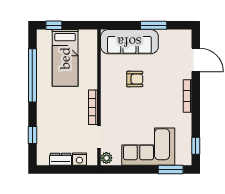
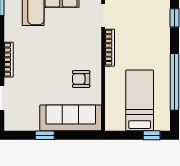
window: (154, 25) -> (45, 135), width x0.67
armchair: (135, 79) -> (81, 79), moved

